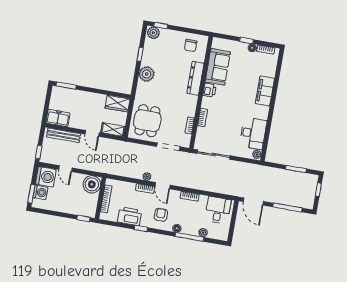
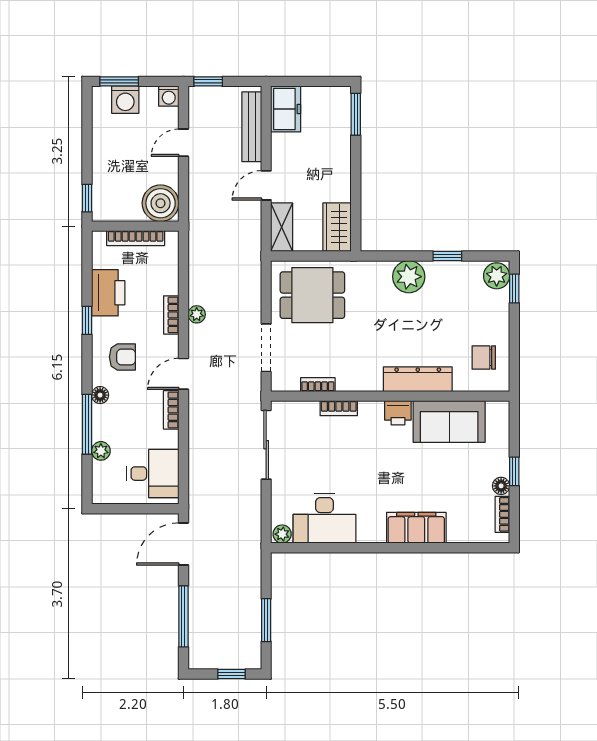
washing machine: (46, 177) -> (169, 96), width x0.53, depth x0.53
door: (163, 186) -> (183, 374), moved

